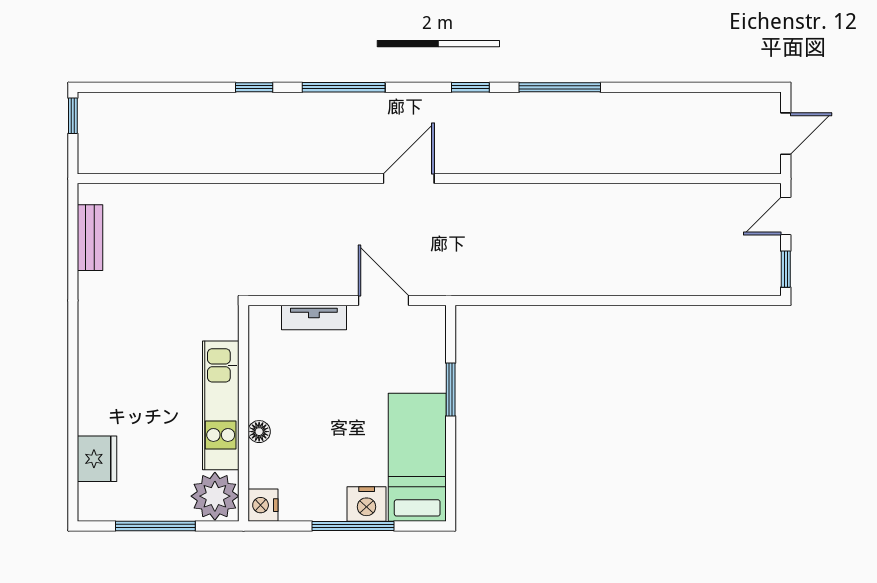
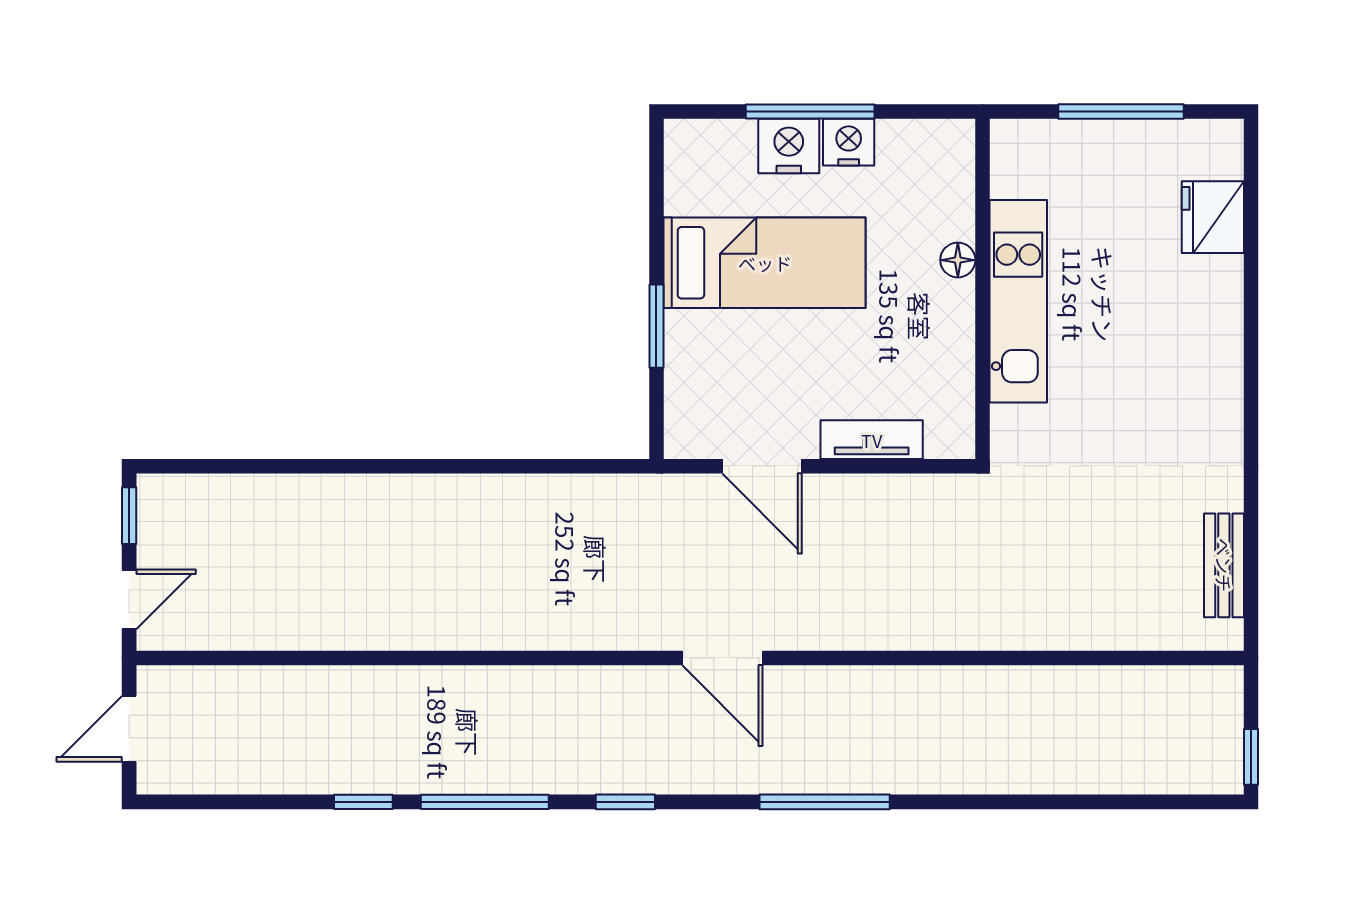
window: (254, 87) -> (363, 802), moved
door: (409, 179) -> (722, 658), hinge flipped
bed: (417, 457) -> (765, 263), moved, turned -90
plant: (215, 496) -> (1027, 158), removed
nightstand: (263, 505) -> (849, 142), moved, turned -90

